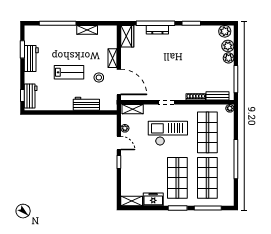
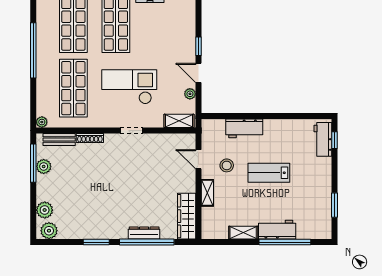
wardrobe: (127, 36) -> (187, 216), width x1.50
plant: (229, 58) -> (44, 166), moved
workbench: (31, 59) -> (277, 230), moved, turned 90
door: (119, 82) -> (198, 159), width x0.53
checkout: (168, 133) -> (129, 87), turned 180

